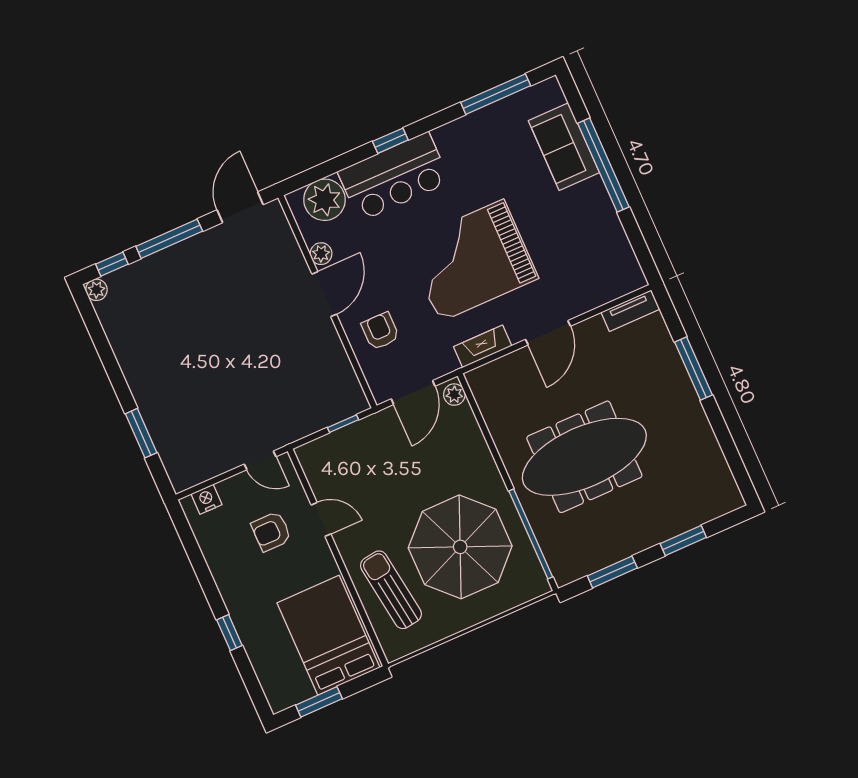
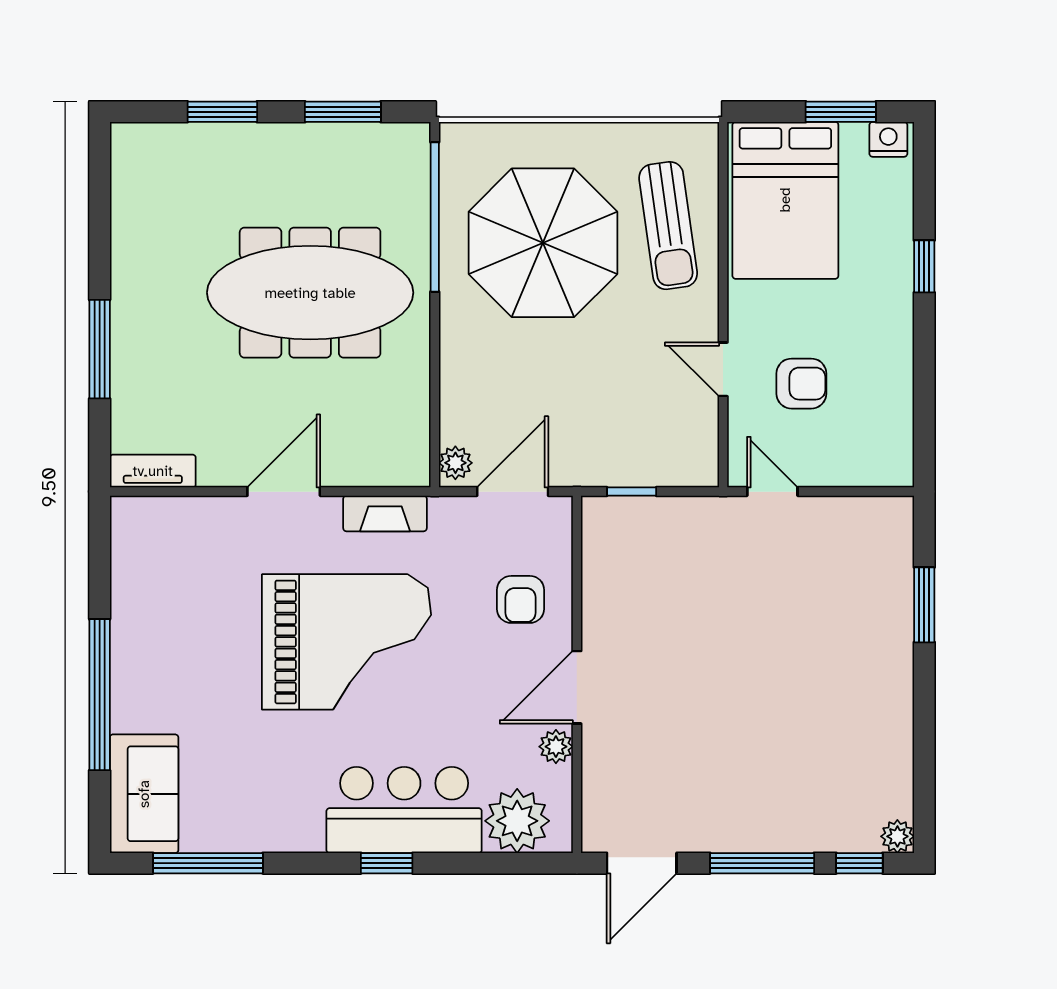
sofa: (564, 147) -> (144, 794), moved
nightstand: (207, 499) -> (888, 139), moved, turned 180

